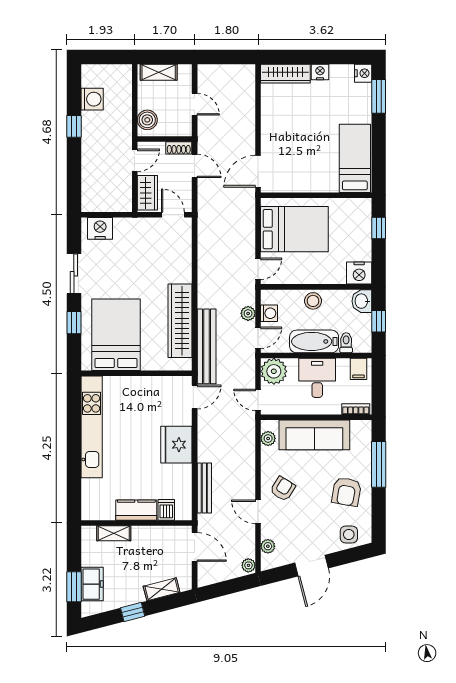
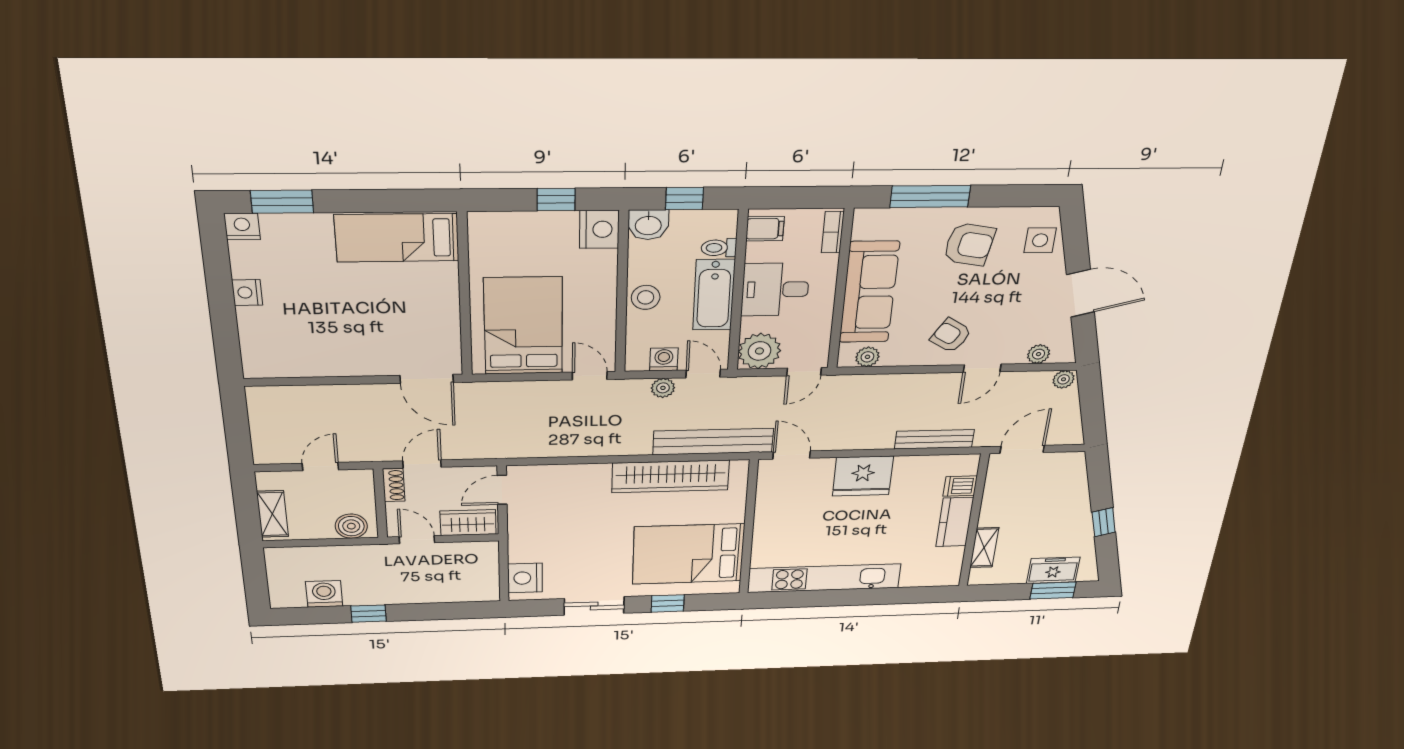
wardrobe: (285, 74) -> (256, 343), removed
window: (379, 228) -> (556, 199), moved
shelving: (162, 589) -> (1078, 488), removed

